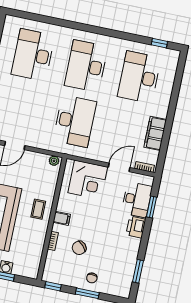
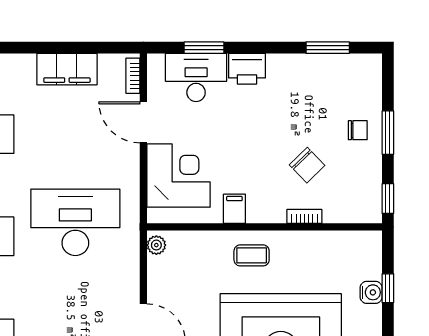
filing cabinet: (62, 218) -> (234, 209), moved

